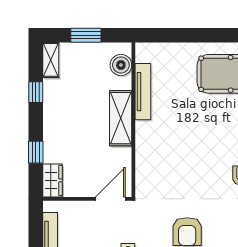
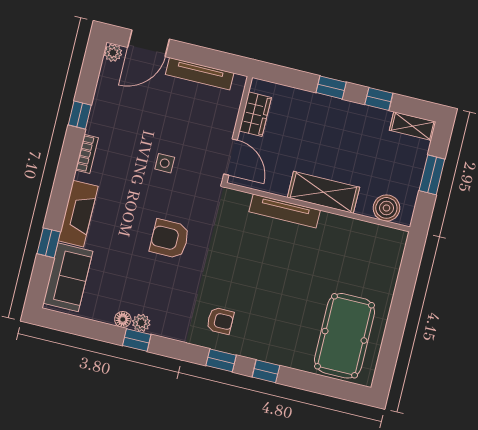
tv unit: (143, 92) -> (285, 211), moved
window: (36, 152) -> (331, 87), moved
wardrobe: (52, 180) -> (255, 114), moved, turned -90

